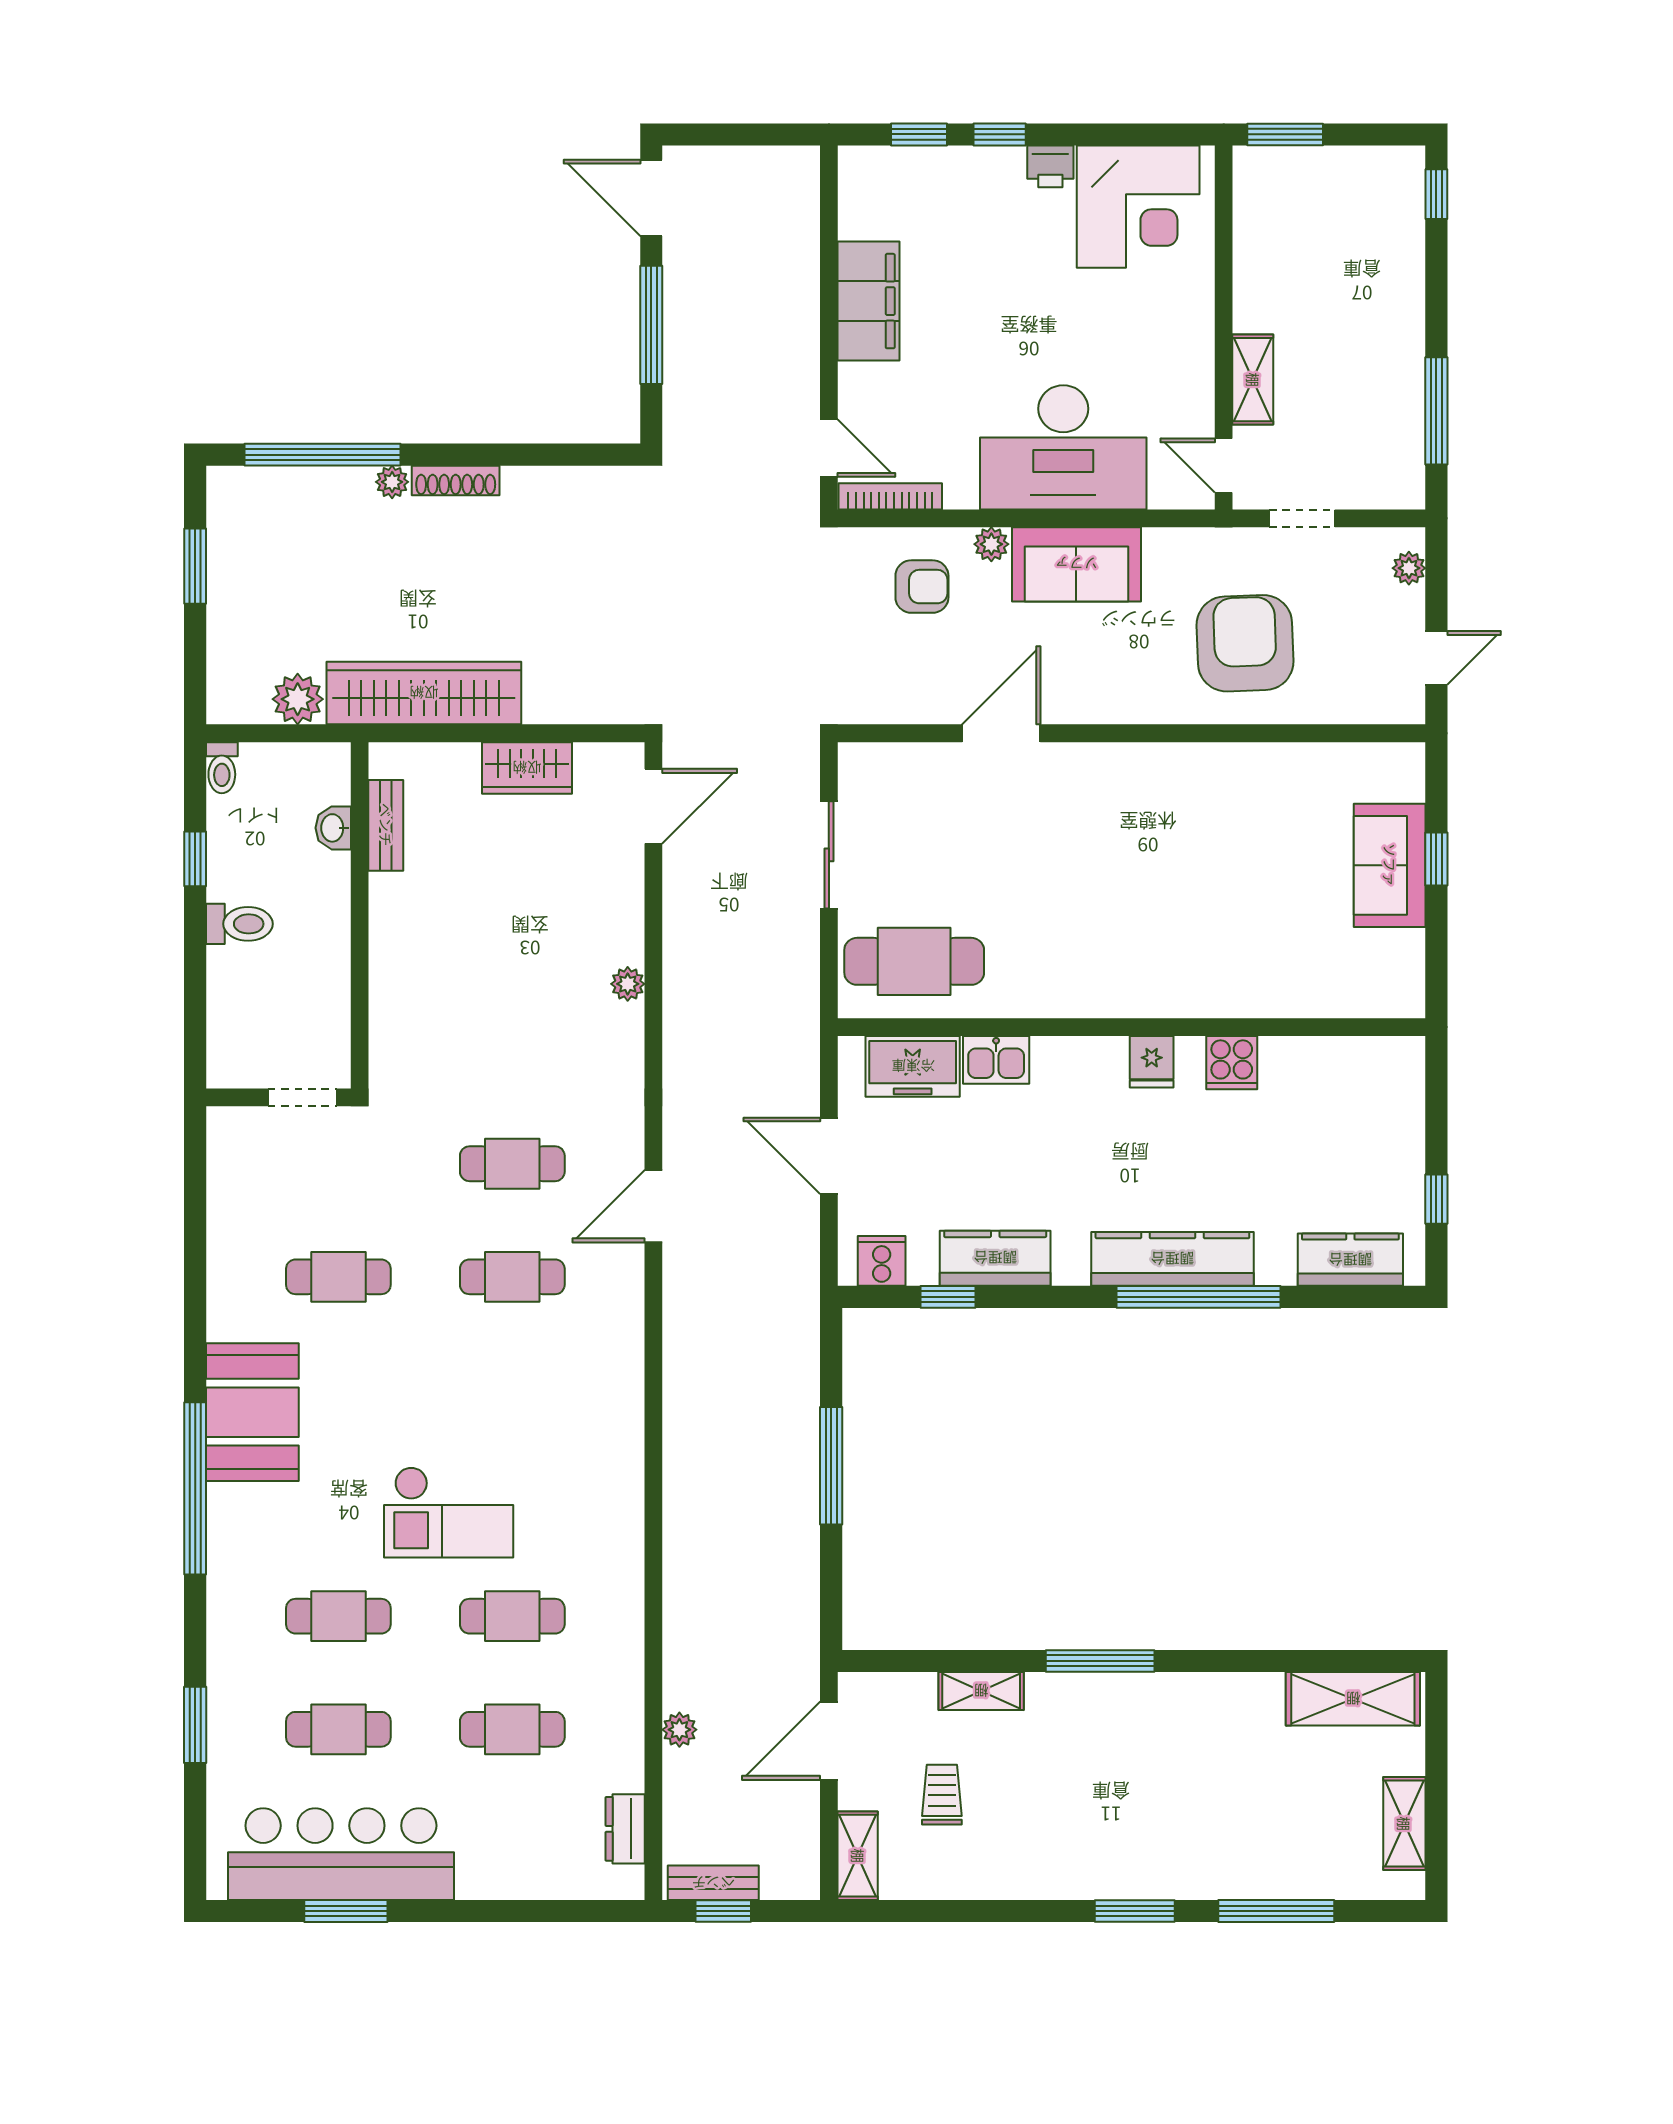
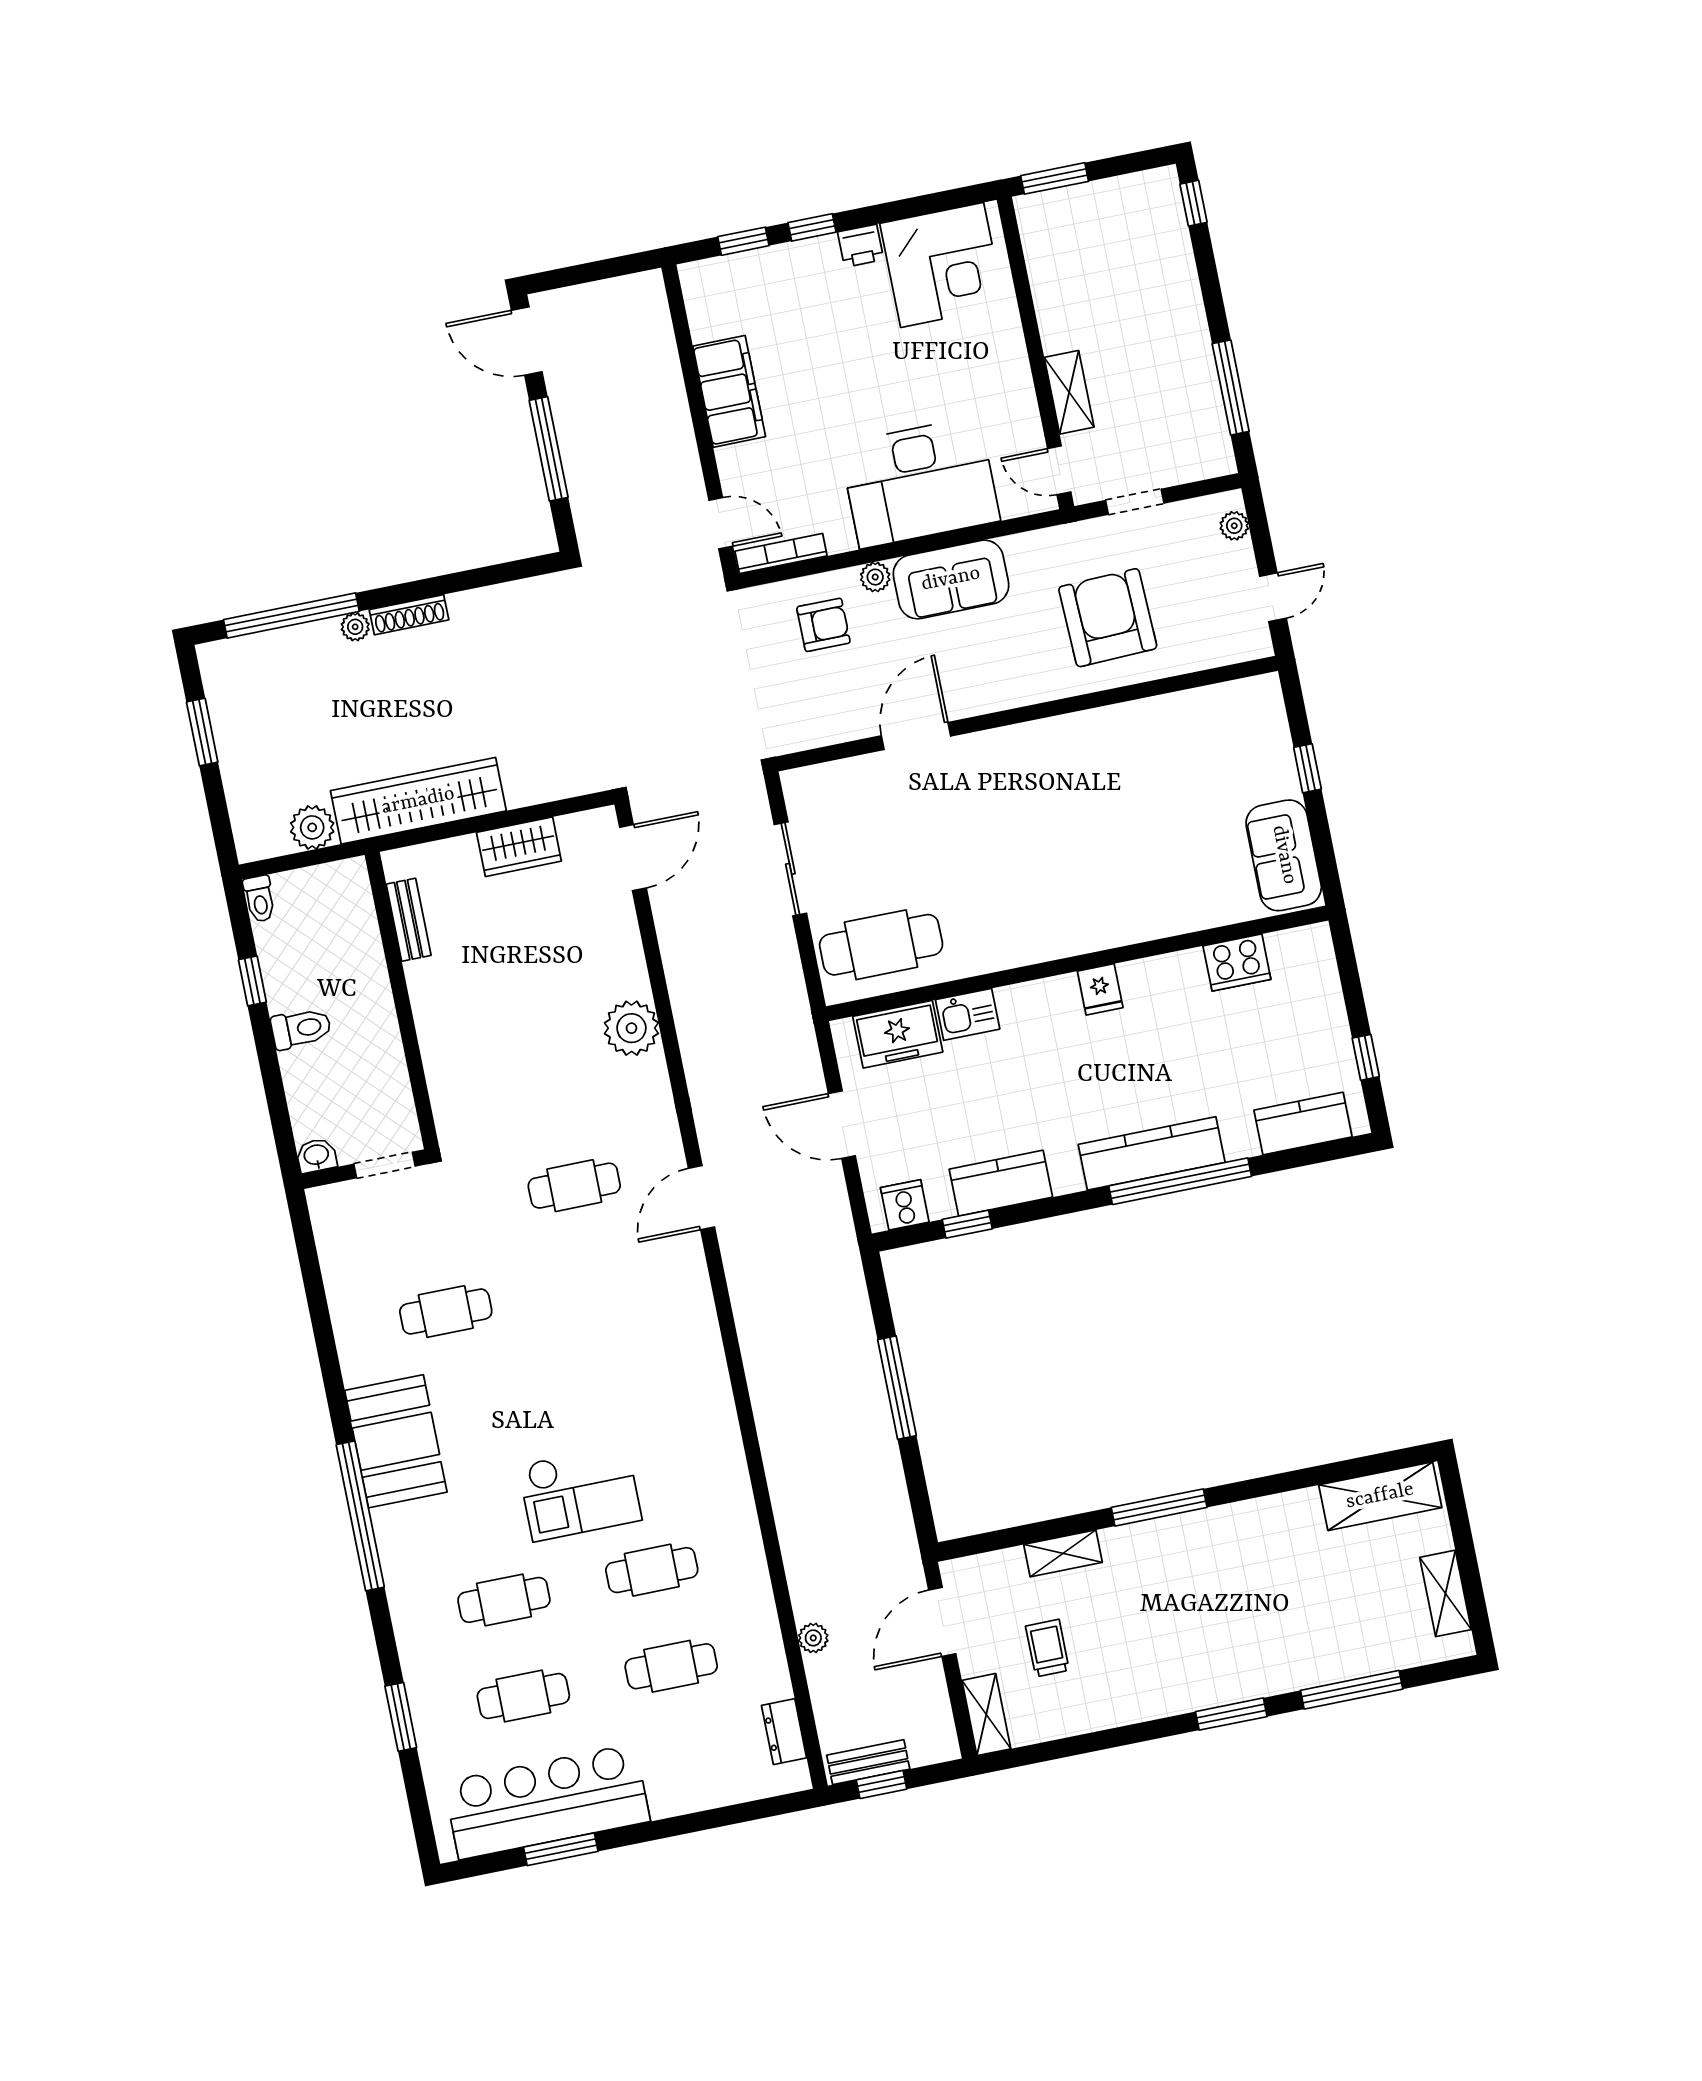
washbasin: (333, 828) -> (316, 1156), moved, turned 90
sofa: (1390, 865) -> (1284, 855), moved
plant: (628, 984) -> (631, 1028), width x1.88, depth x1.88
cooker: (1232, 1063) -> (1237, 963), moved, width x1.36
cafe table: (512, 1277) -> (594, 1282), removed

